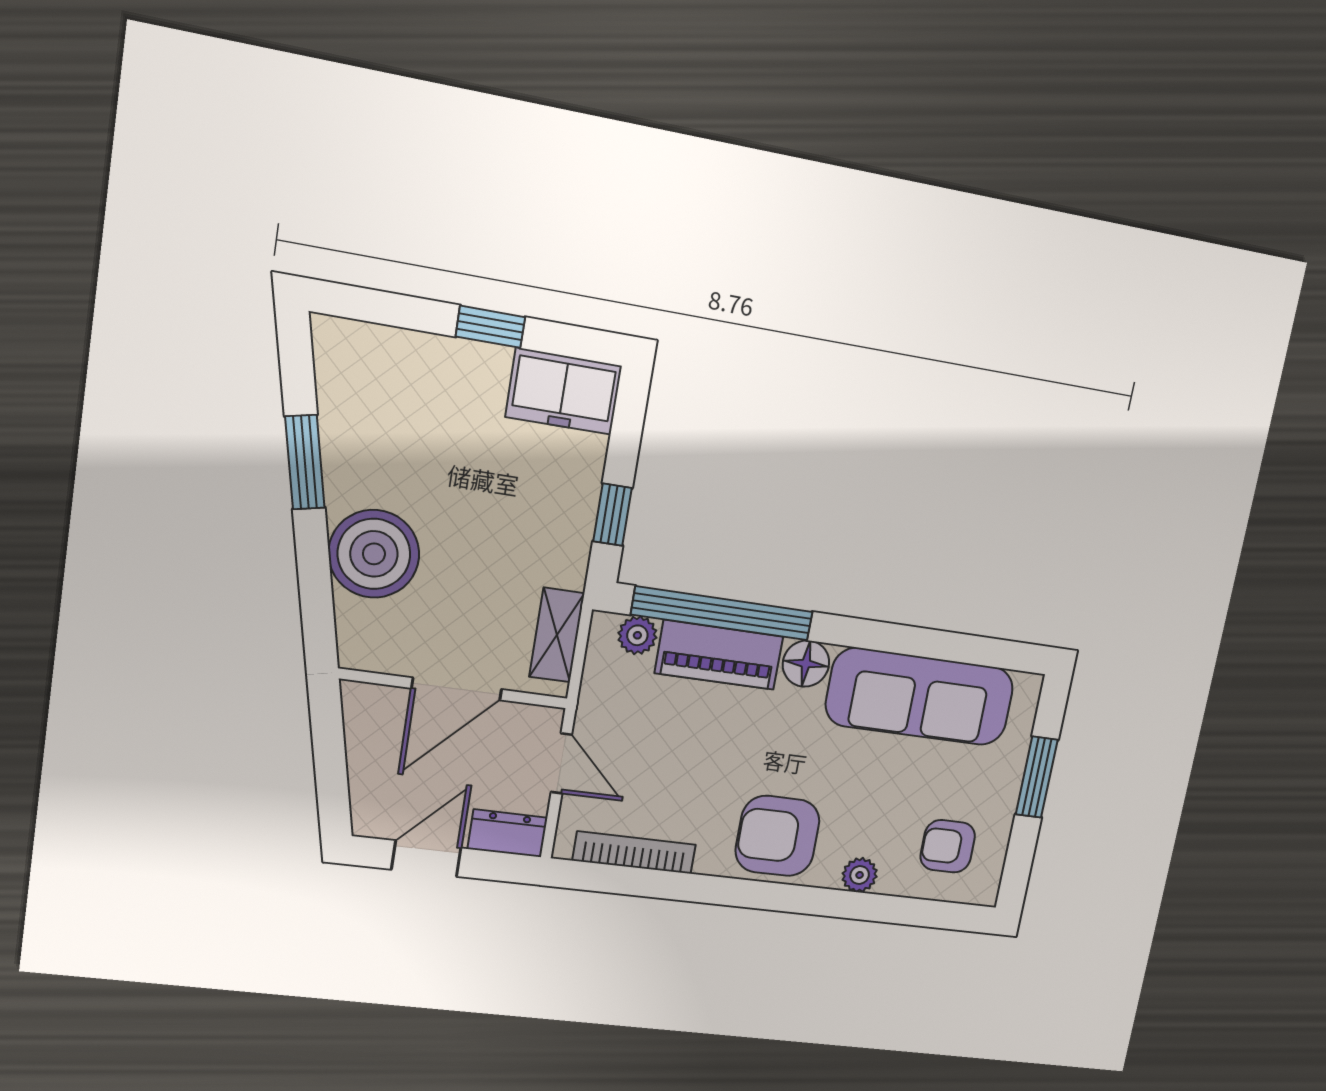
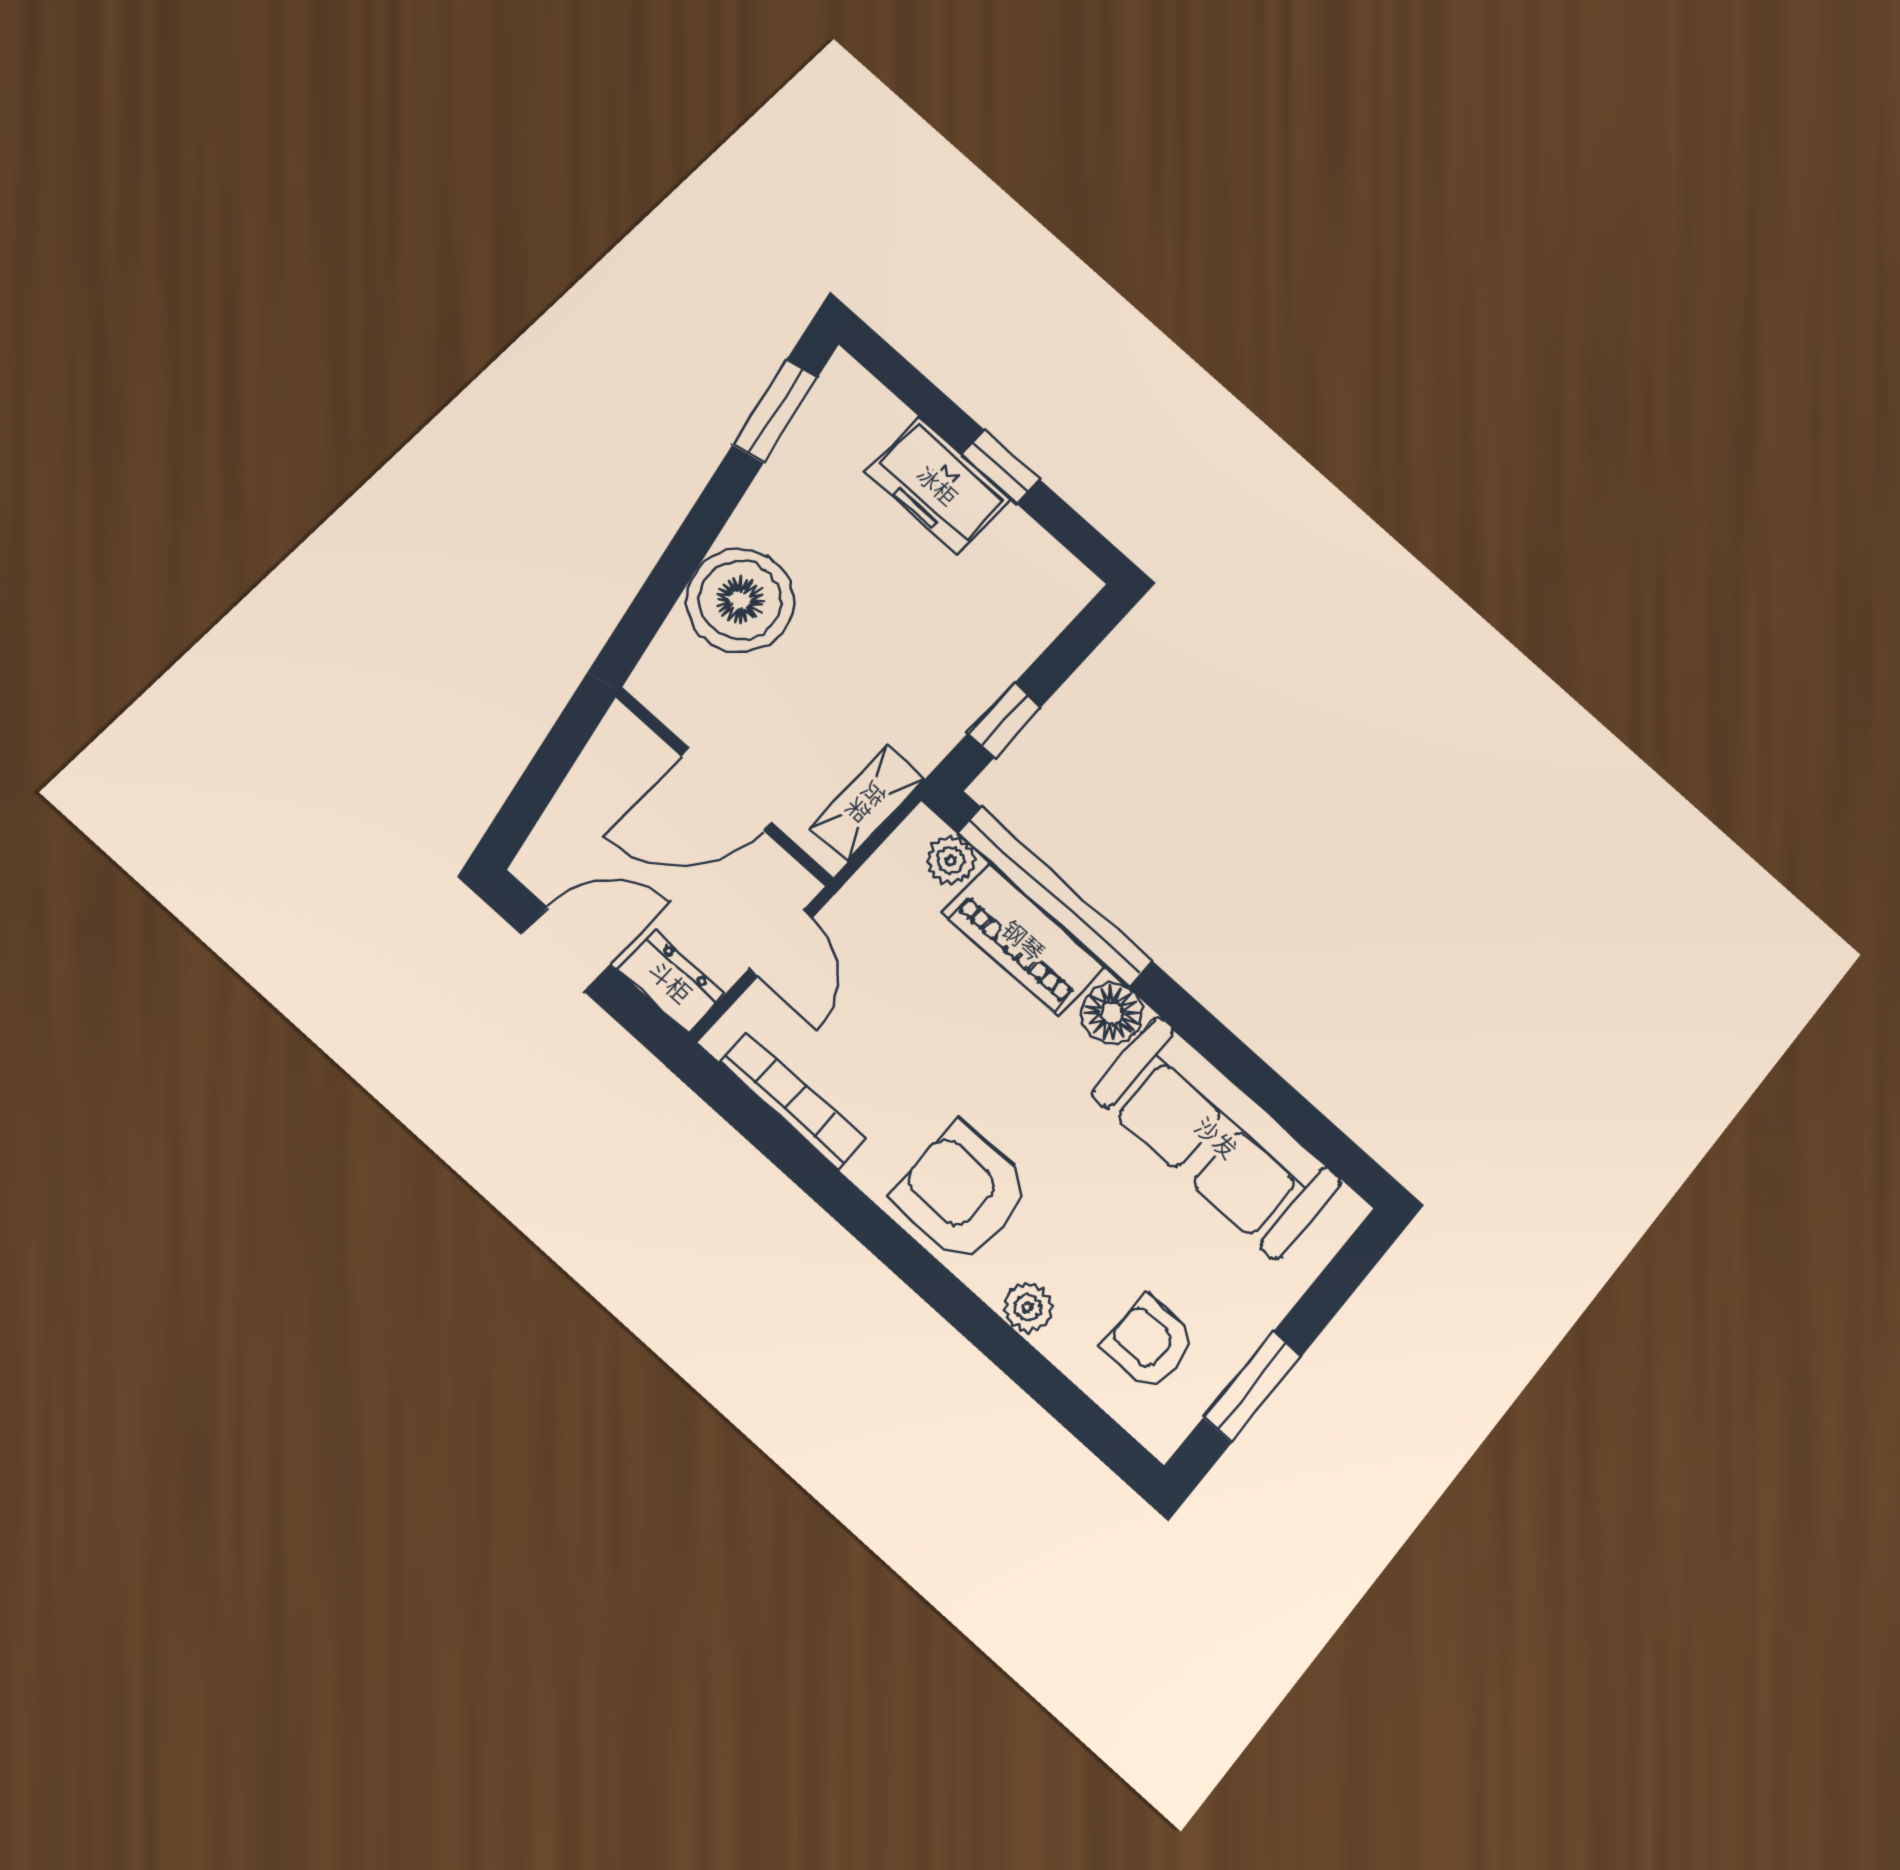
freezer: (564, 391) -> (938, 485), moved
window: (305, 462) -> (775, 411), moved
window: (1037, 777) -> (1253, 1387), moved

